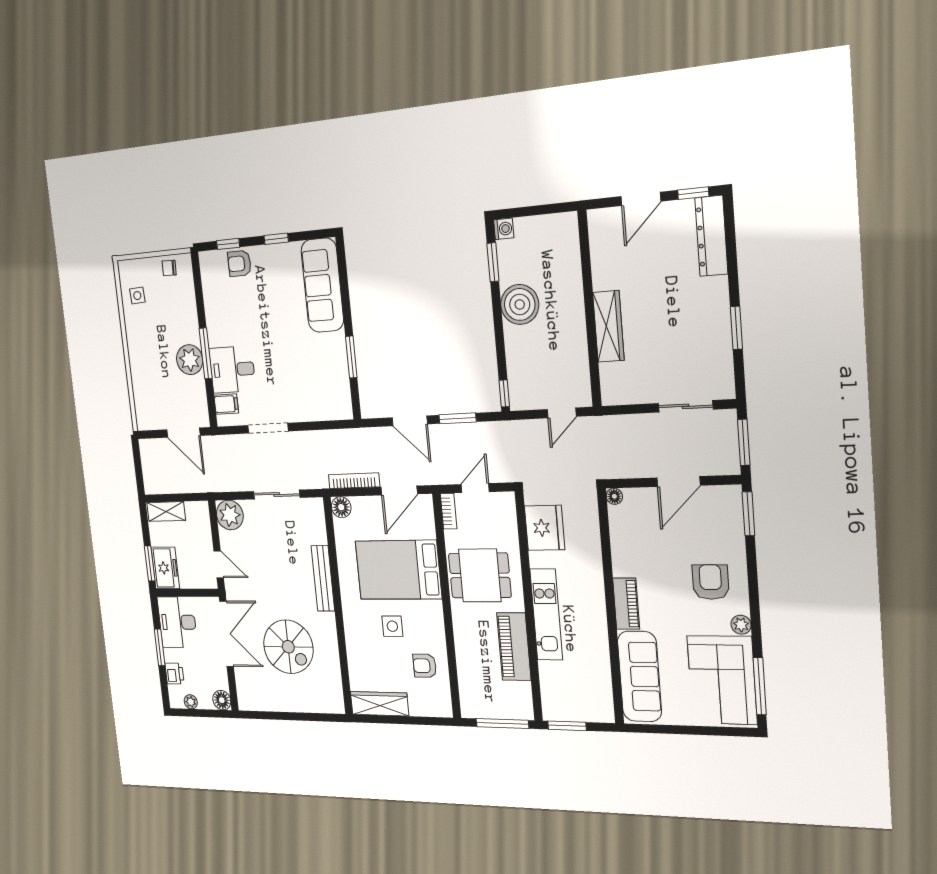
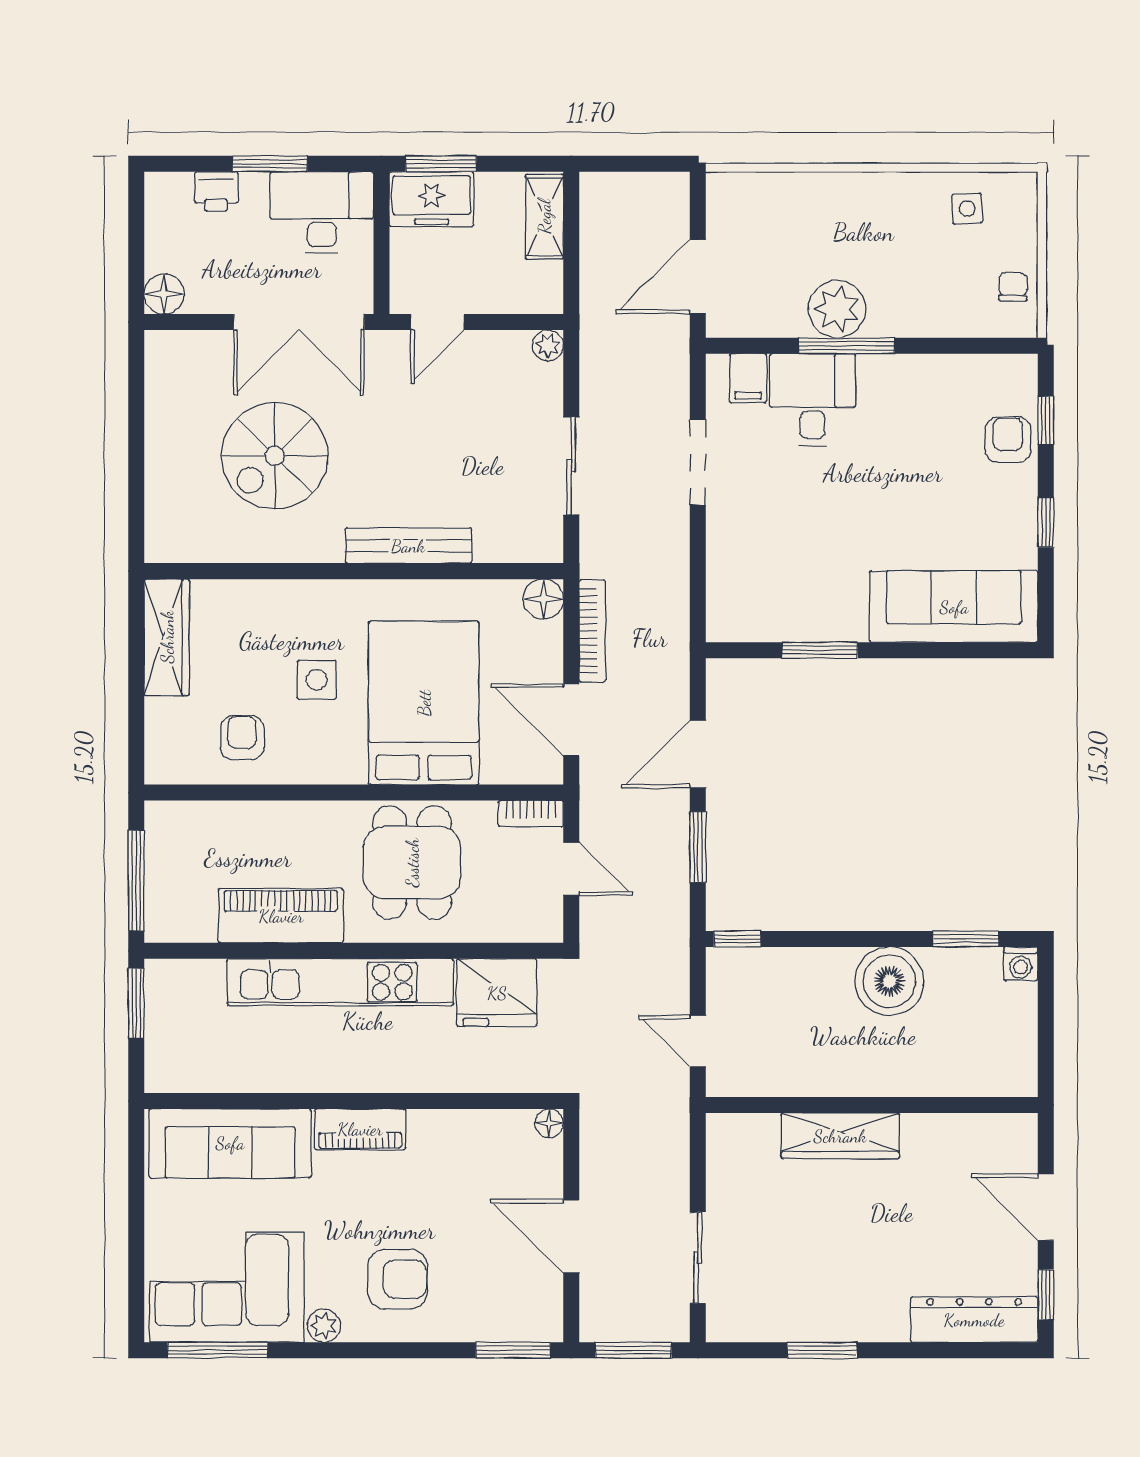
plant: (230, 515) -> (548, 345), width x0.53, depth x0.53
kitchen unit: (546, 615) -> (340, 982), width x1.36
plant: (191, 702) -> (159, 222), removed

